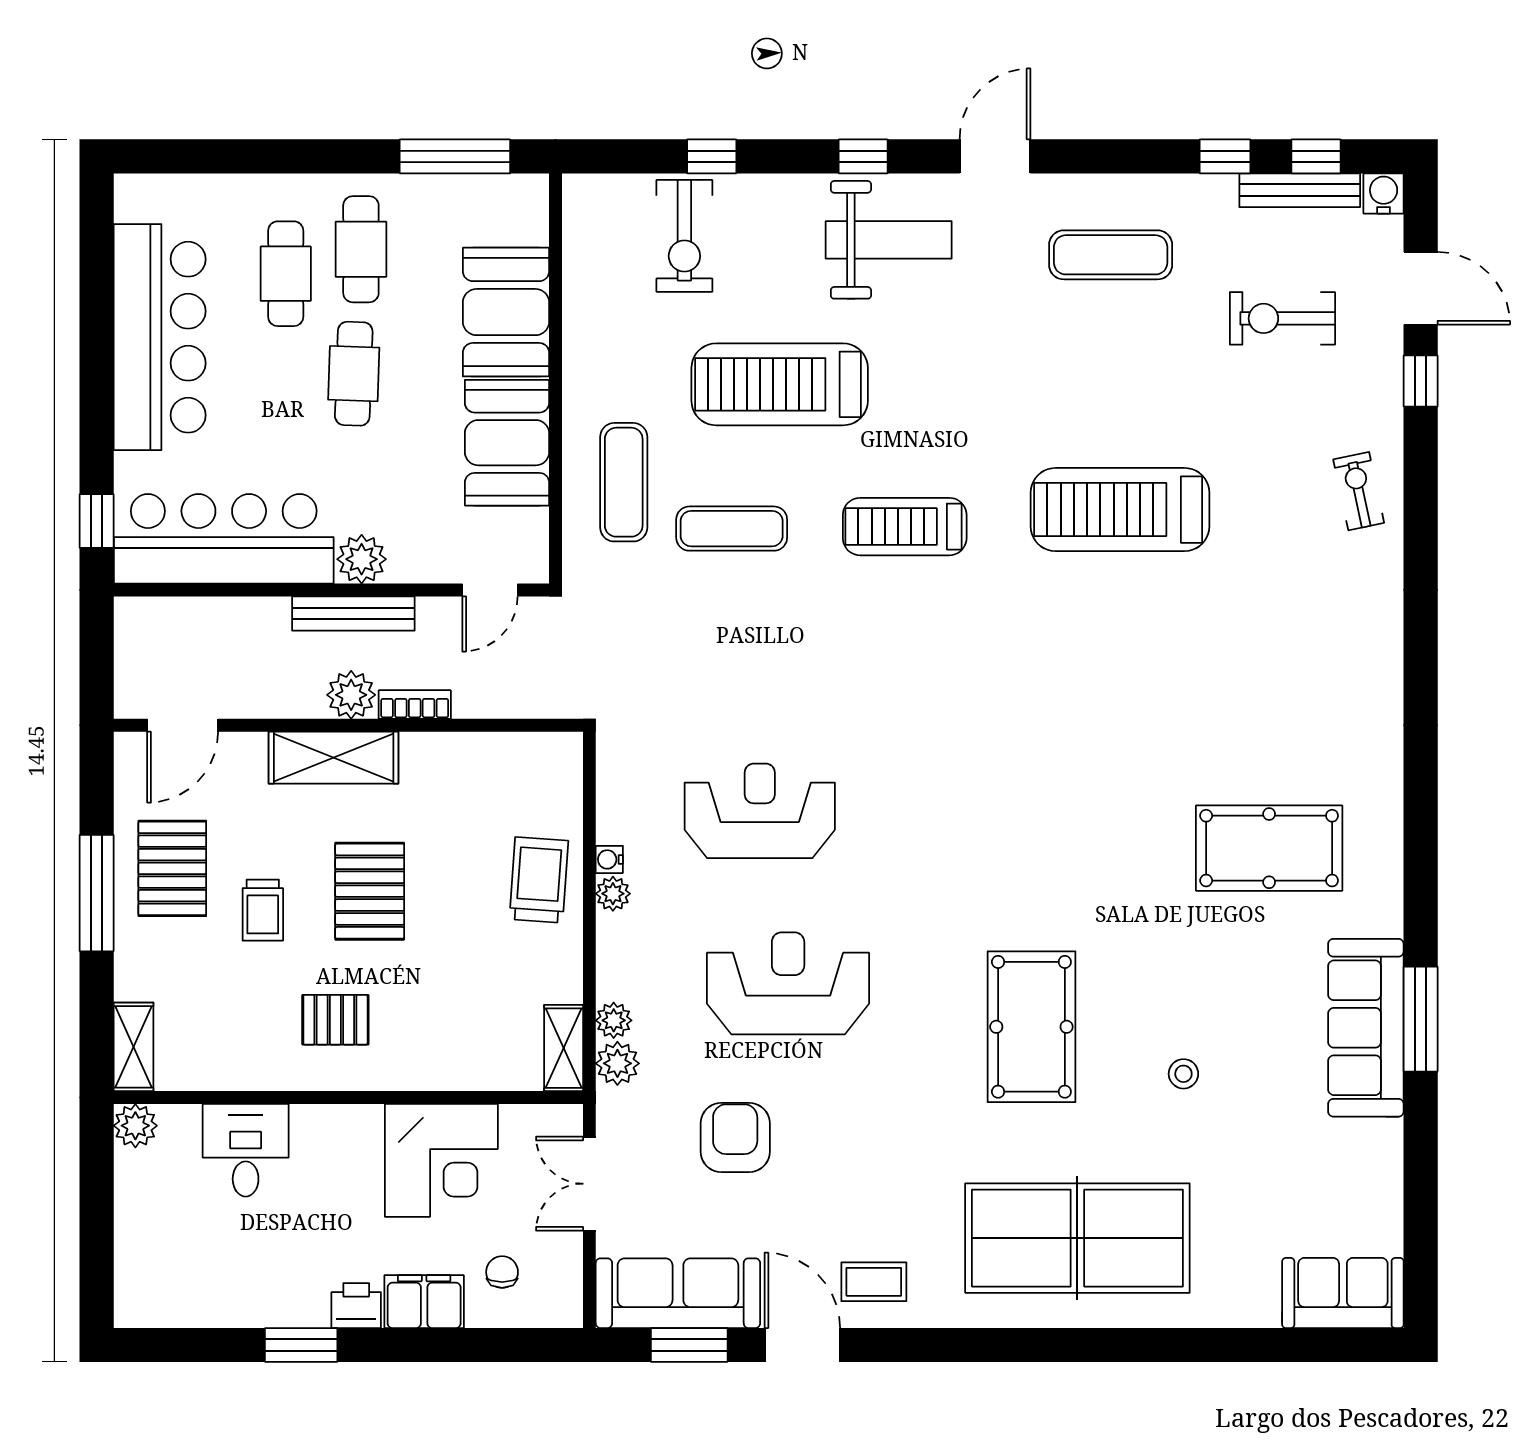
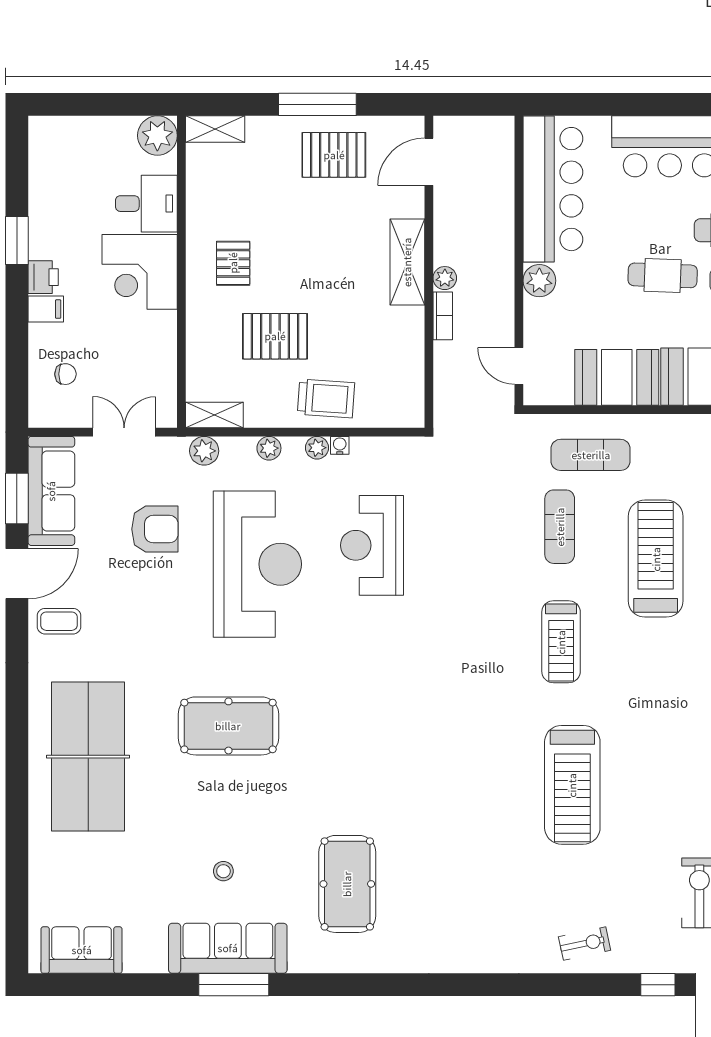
treadmill: (1120, 510) -> (572, 785), turned 180
window: (97, 521) -> (565, 104), removed
treadmill: (905, 527) -> (561, 642), turned 180
bench: (353, 614) -> (503, 275), removed
plant: (351, 695) -> (445, 278), width x0.73, depth x0.73
door: (183, 725) -> (429, 162), hinge flipped
reception desk: (760, 811) -> (372, 545), turned 180
pallet: (370, 891) -> (275, 336), moved
trolley: (263, 910) -> (306, 215), removed
reception desk: (788, 983) -> (257, 564), width x1.36, depth x1.30
plant: (614, 1020) -> (269, 448), moved
stool: (1183, 1074) -> (223, 871), moved
plant: (135, 1126) -> (157, 136), width x1.36, depth x1.36
corner desk: (441, 1160) -> (140, 272), moved
coffee table: (874, 1282) -> (59, 621), turned 90
sofa: (1343, 1293) -> (82, 950), moved, turned -90
filing cabinet: (424, 1302) -> (46, 309), width x0.50

